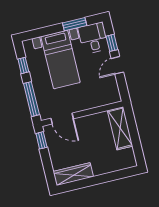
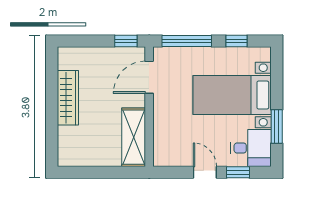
shelving: (120, 128) -> (134, 137), moved, turned 90
wardrobe: (73, 174) -> (68, 98), moved

